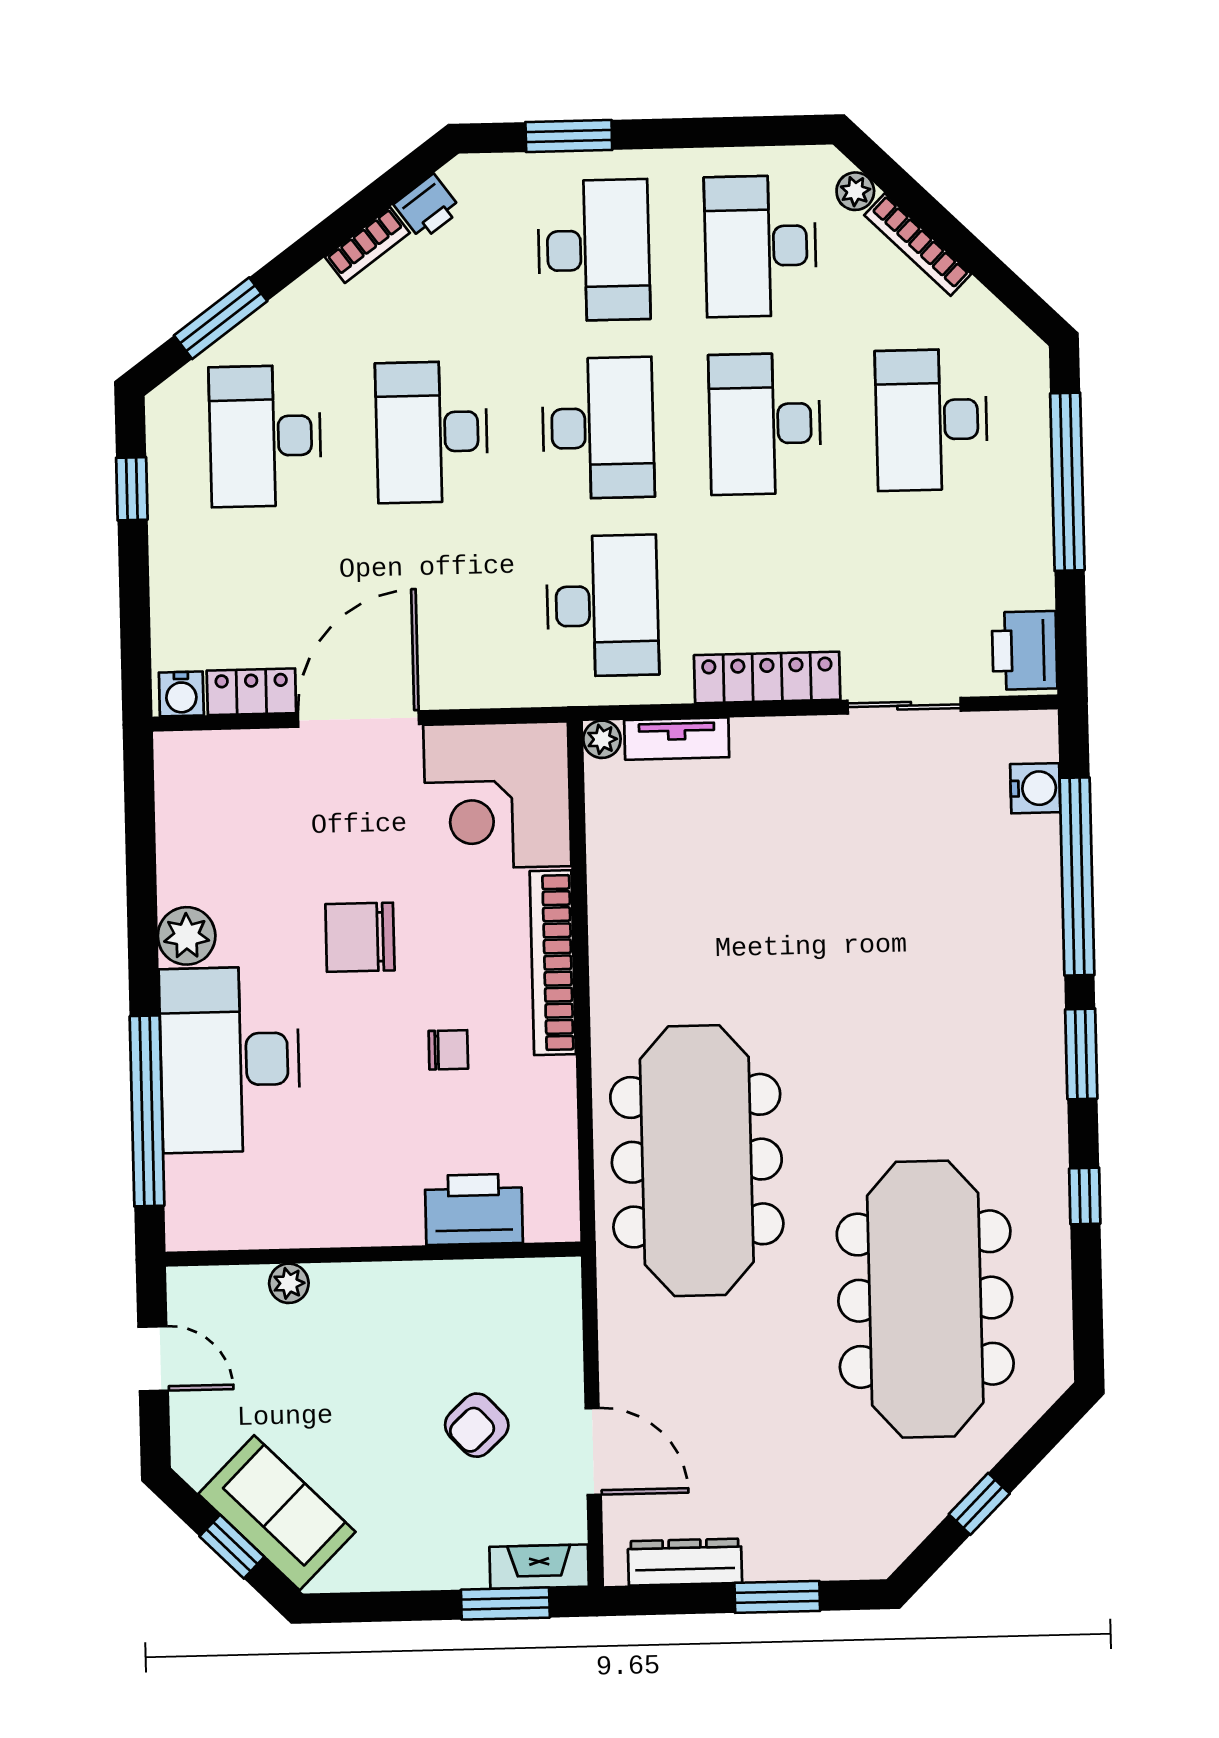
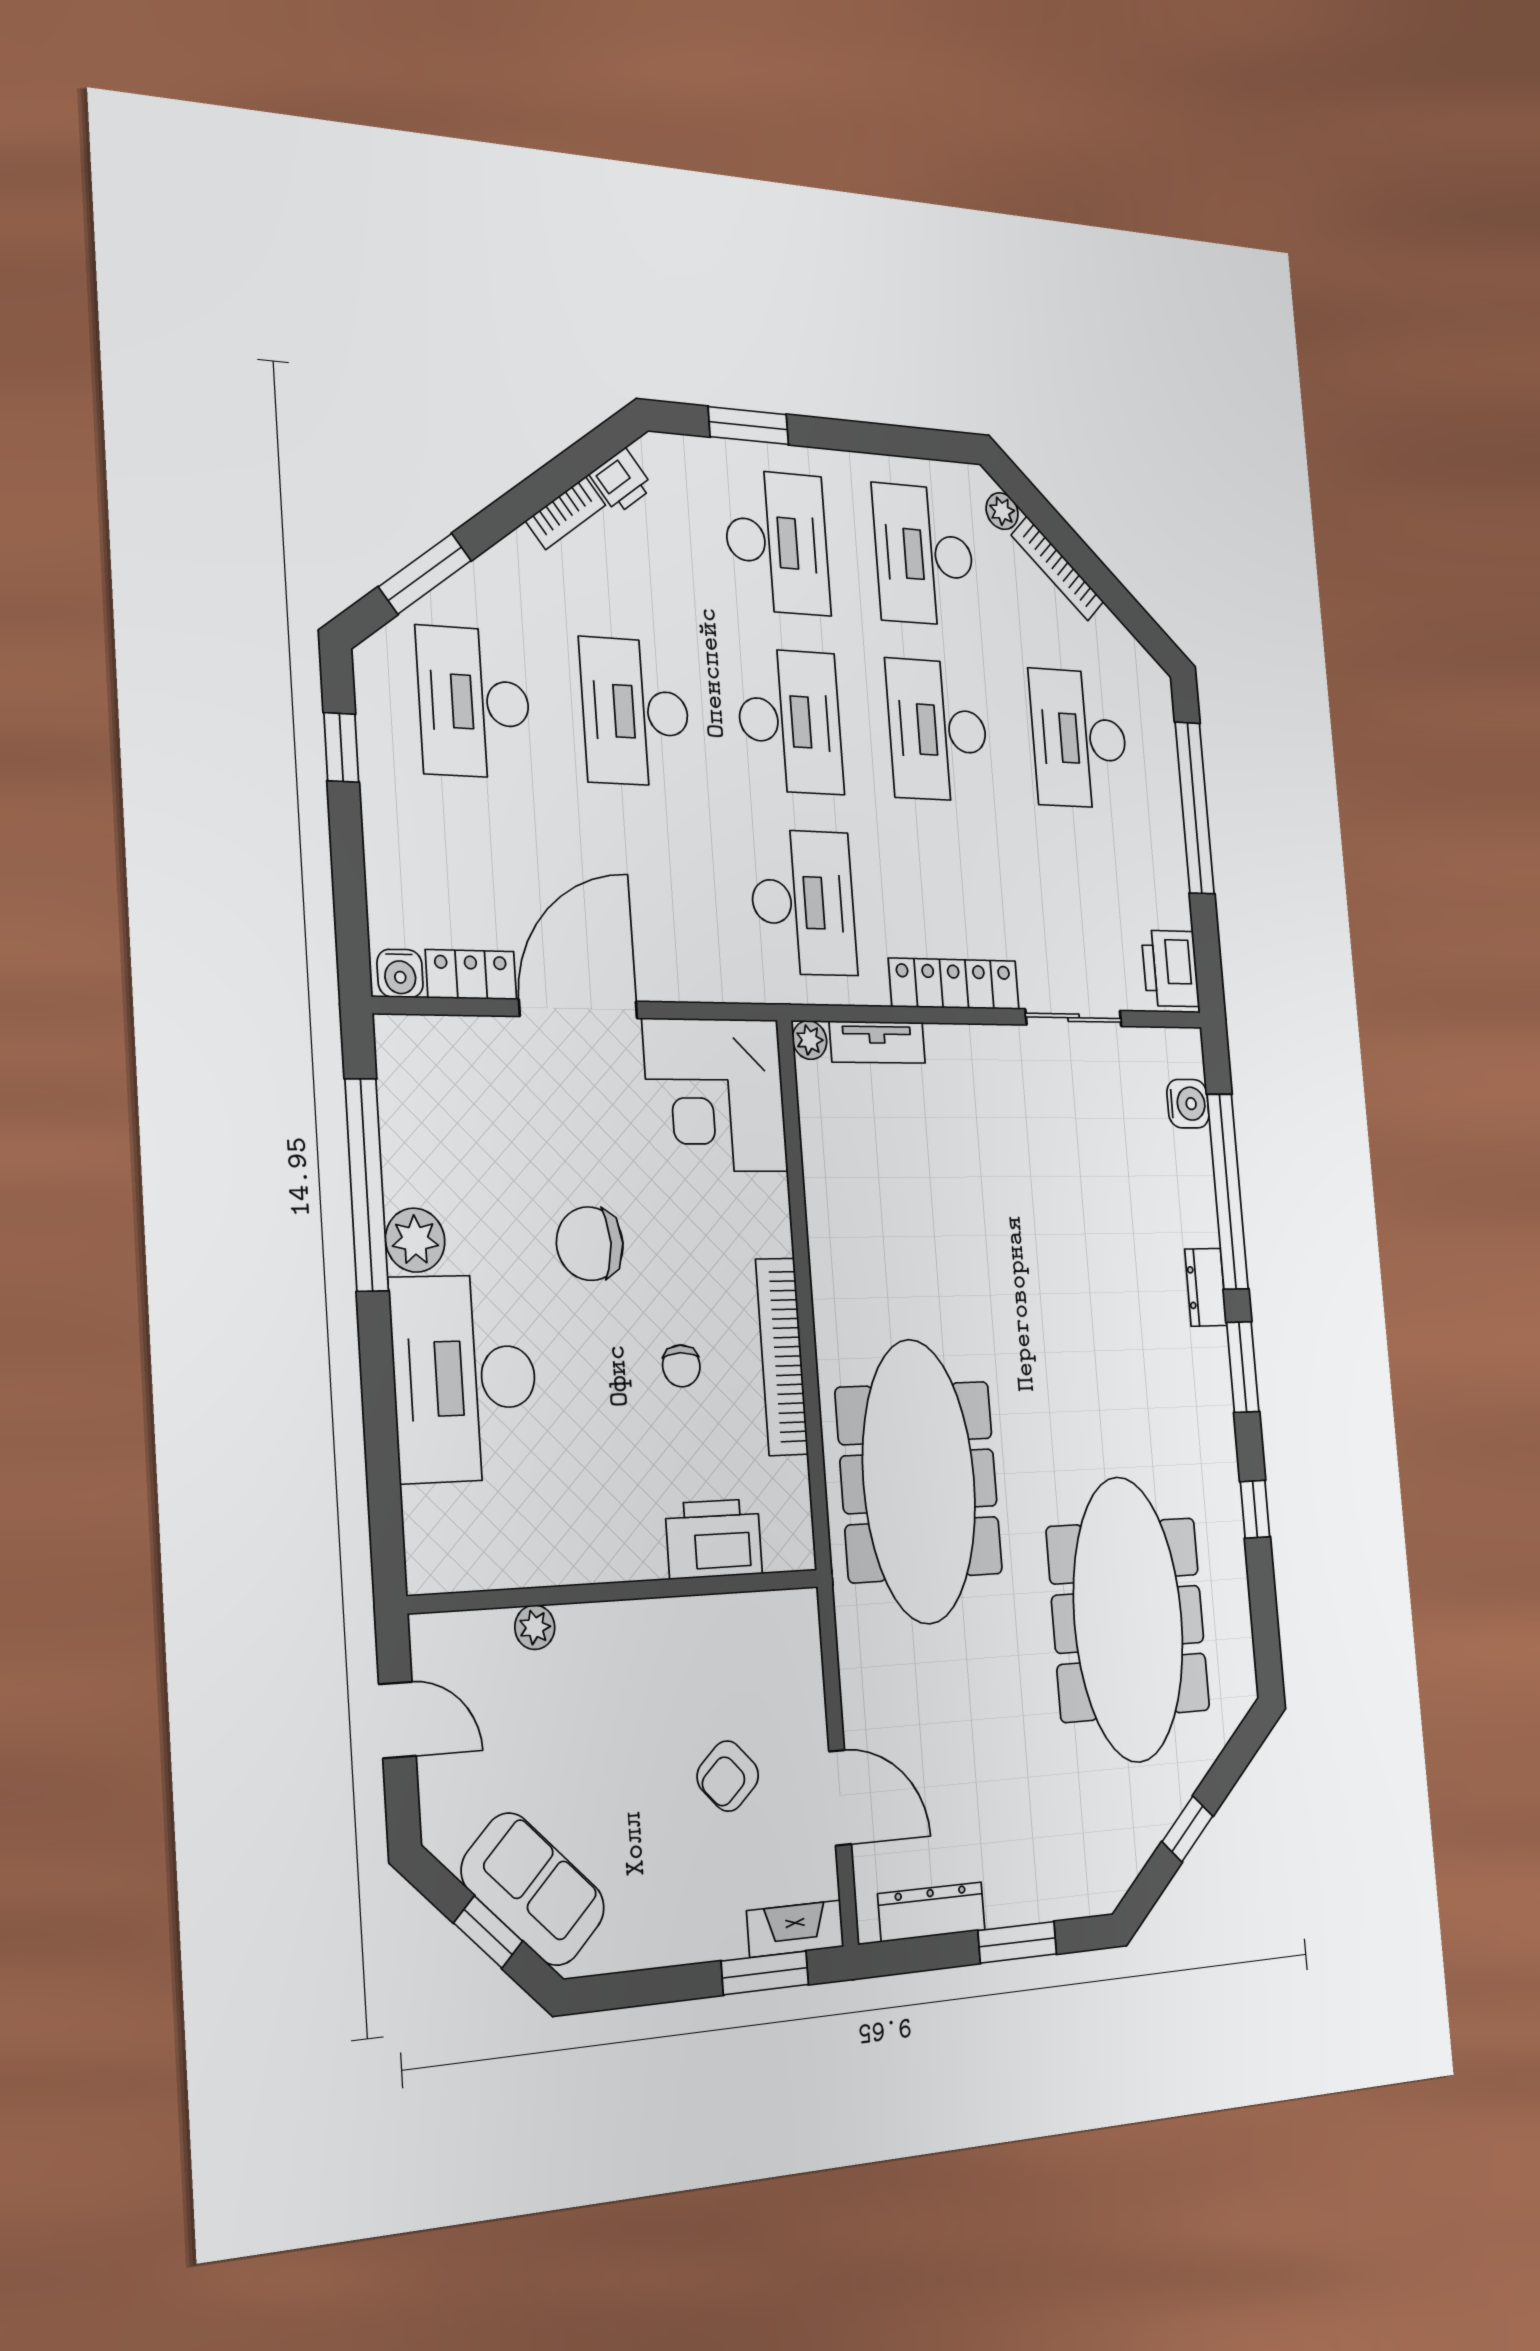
bookcase: (553, 963) -> (782, 1357), moved
dresser: (1043, 974) -> (1206, 1287), added
chair: (448, 1050) -> (681, 1366), turned 90
window: (147, 1111) -> (367, 1185), moved

